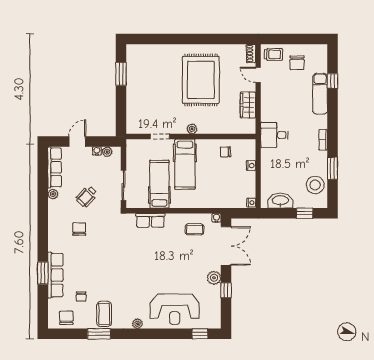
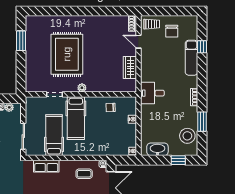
rug: (201, 80) -> (67, 54), moved

